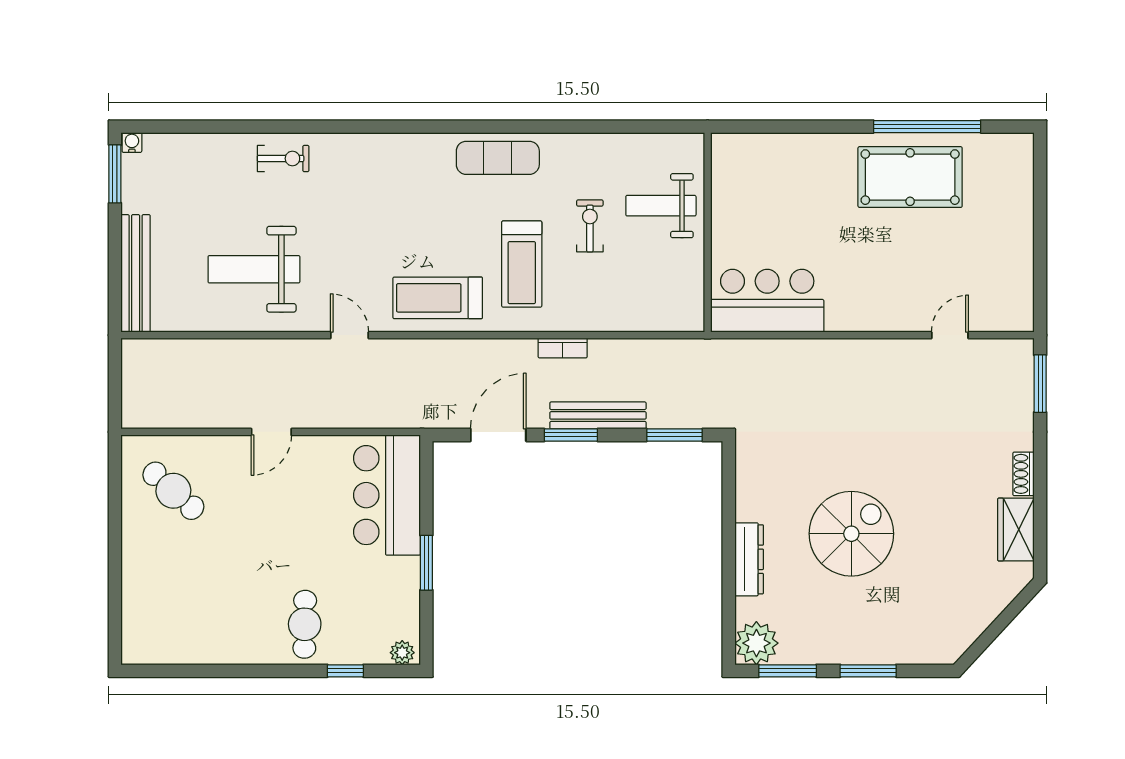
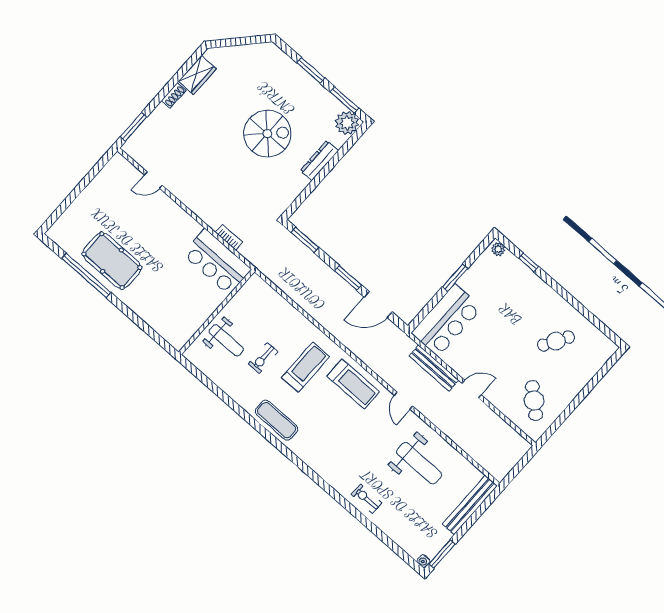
bookcase: (563, 348) -> (229, 237), moved
bench: (598, 415) -> (434, 368), moved
spiral stairs: (851, 534) -> (267, 134), turned 180
cafe table: (305, 624) -> (556, 341), moved, turned 30

